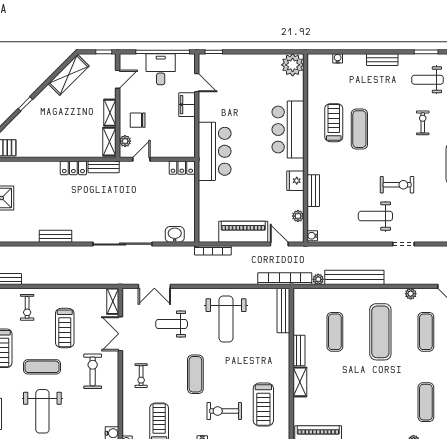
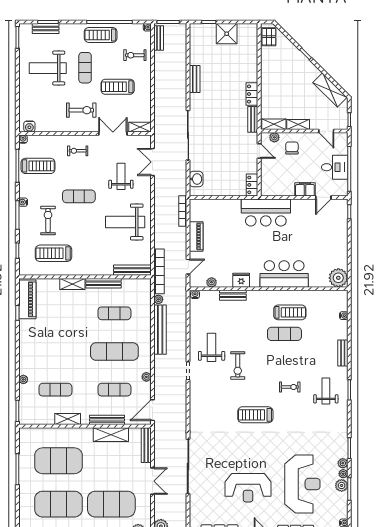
piano: (243, 232) -> (196, 236), width x0.73, depth x0.75
bench: (299, 350) -> (103, 283), width x1.36

